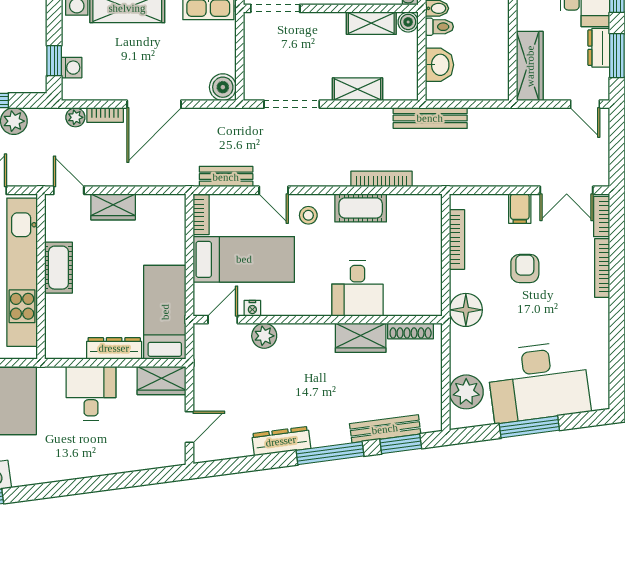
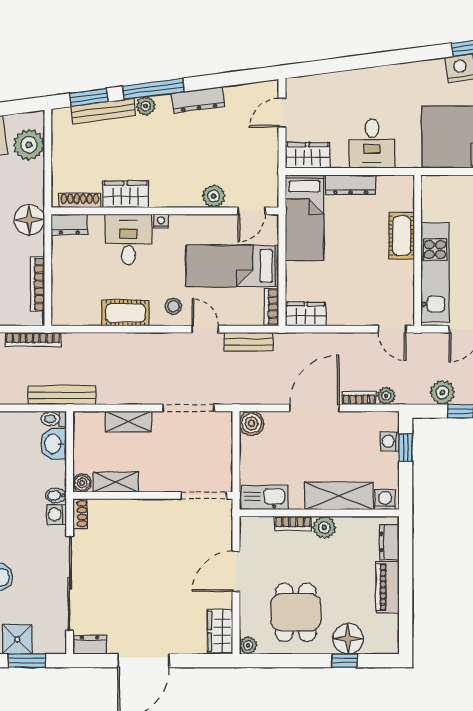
toilet: (439, 27) -> (54, 419), moved
bookcase: (381, 179) -> (33, 340), moved
wardrobe: (113, 207) -> (306, 314), moved
cot: (58, 268) -> (402, 236), moved
kitchen unit: (22, 272) -> (435, 272), width x0.73
dresser: (422, 305) -> (69, 224), added
nightstand: (252, 308) -> (161, 221), moved
plant: (339, 434) -> (146, 106), added

